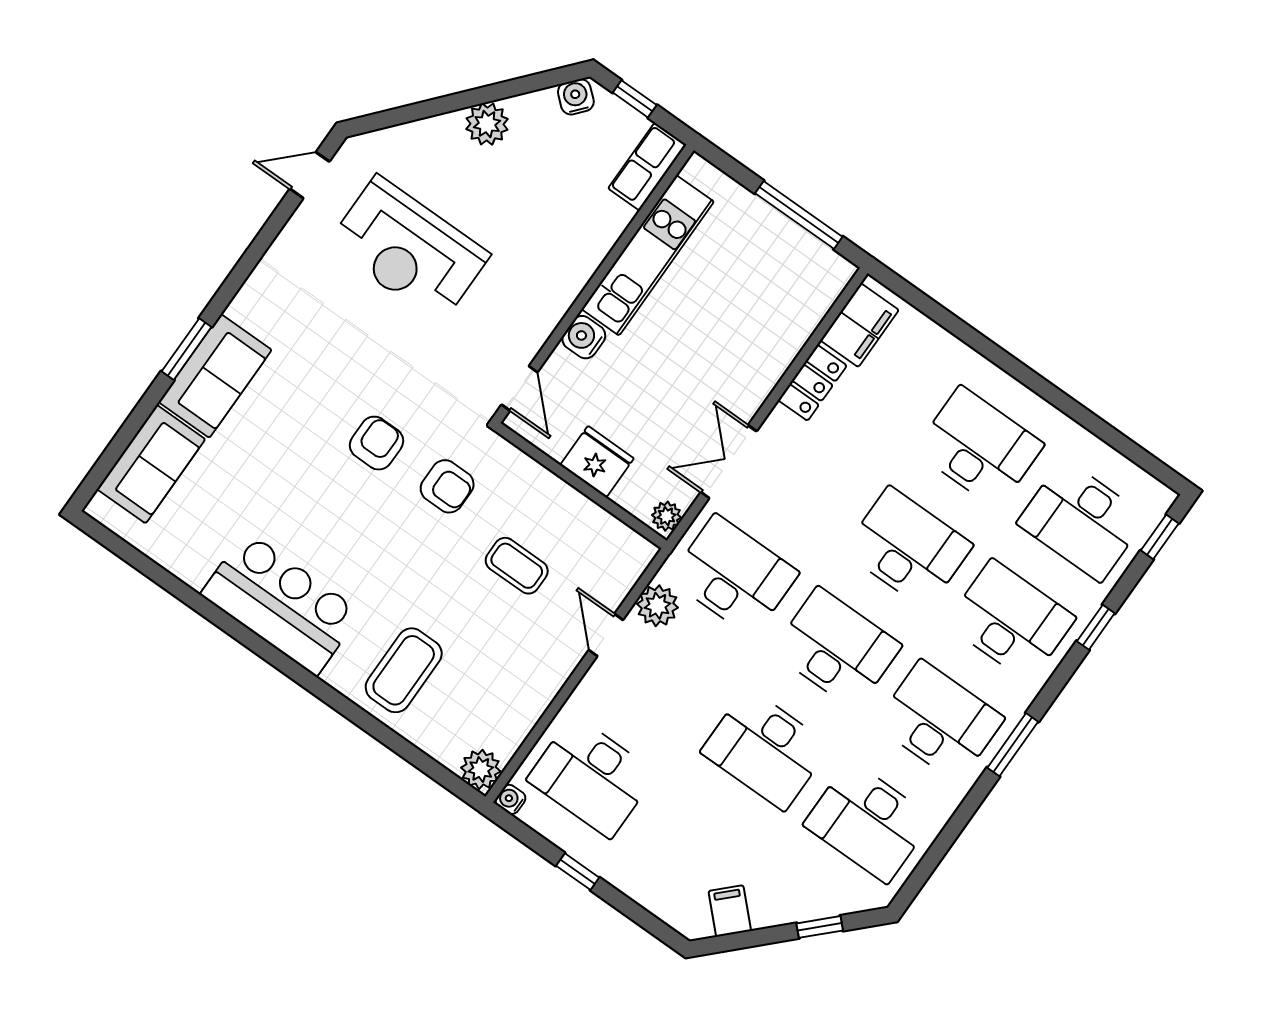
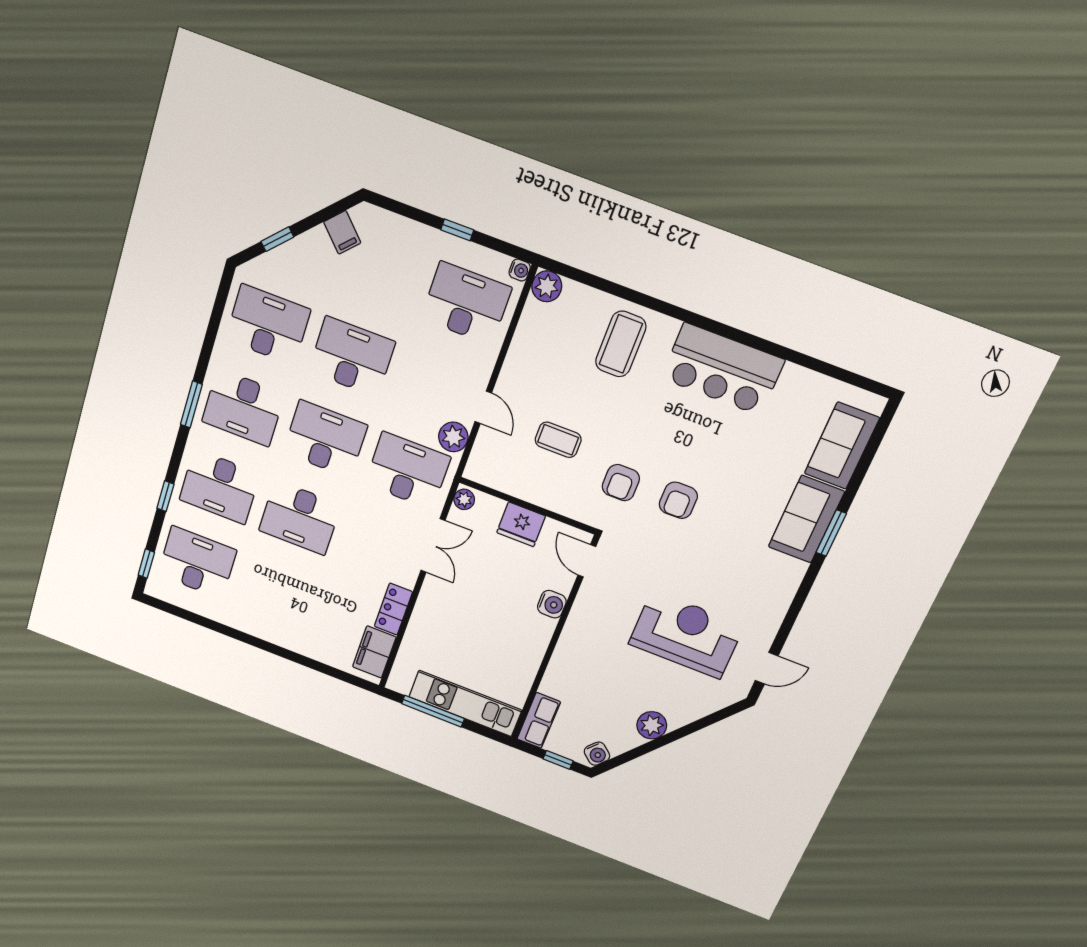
kitchen unit: (648, 255) -> (465, 703), moved, turned 90
desk: (979, 447) -> (275, 593), removed
armchair: (447, 486) -> (621, 483), turned -90
desk: (734, 576) -> (408, 471), turned 180
desk: (837, 648) -> (325, 439), turned 180

